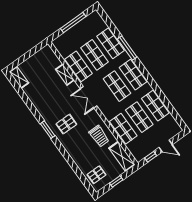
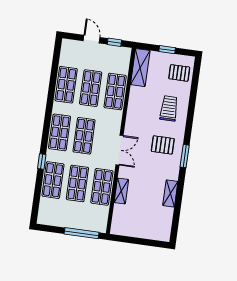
window: (73, 23) -> (82, 233), moved
window: (127, 48) -> (42, 162), width x0.46
shelving: (19, 77) -> (170, 193), moved
trolley: (99, 136) -> (169, 108), moved

